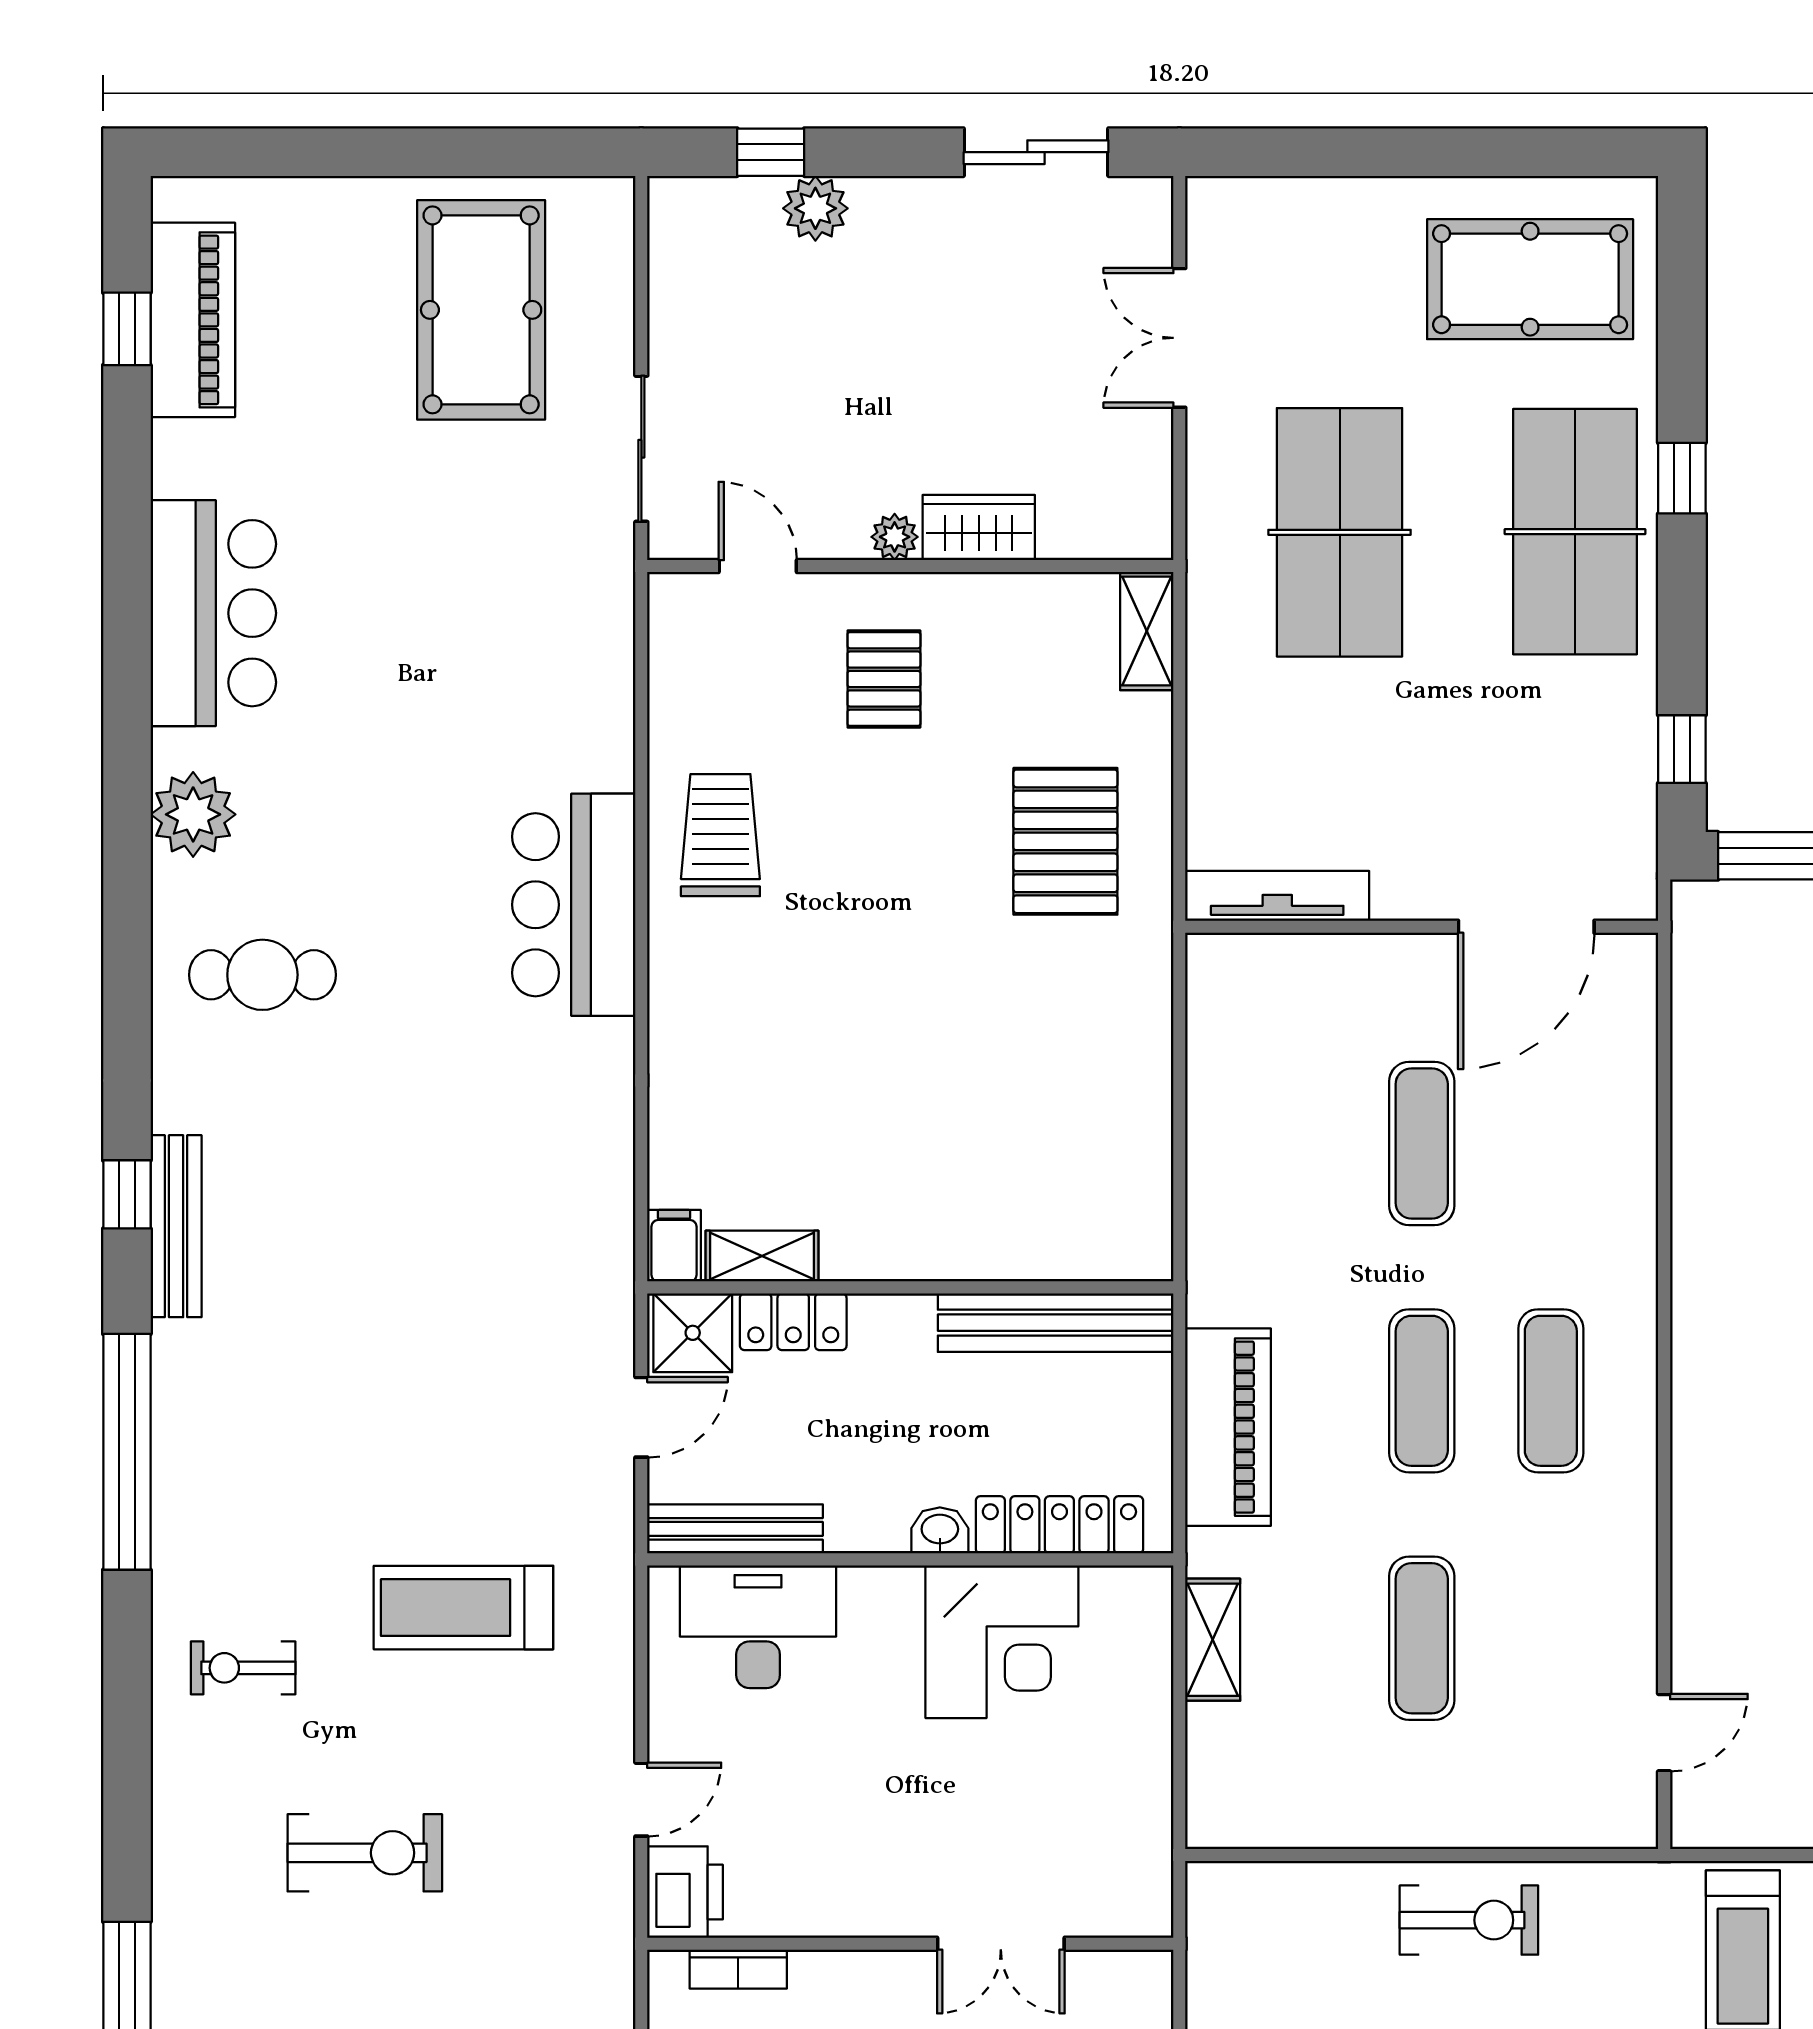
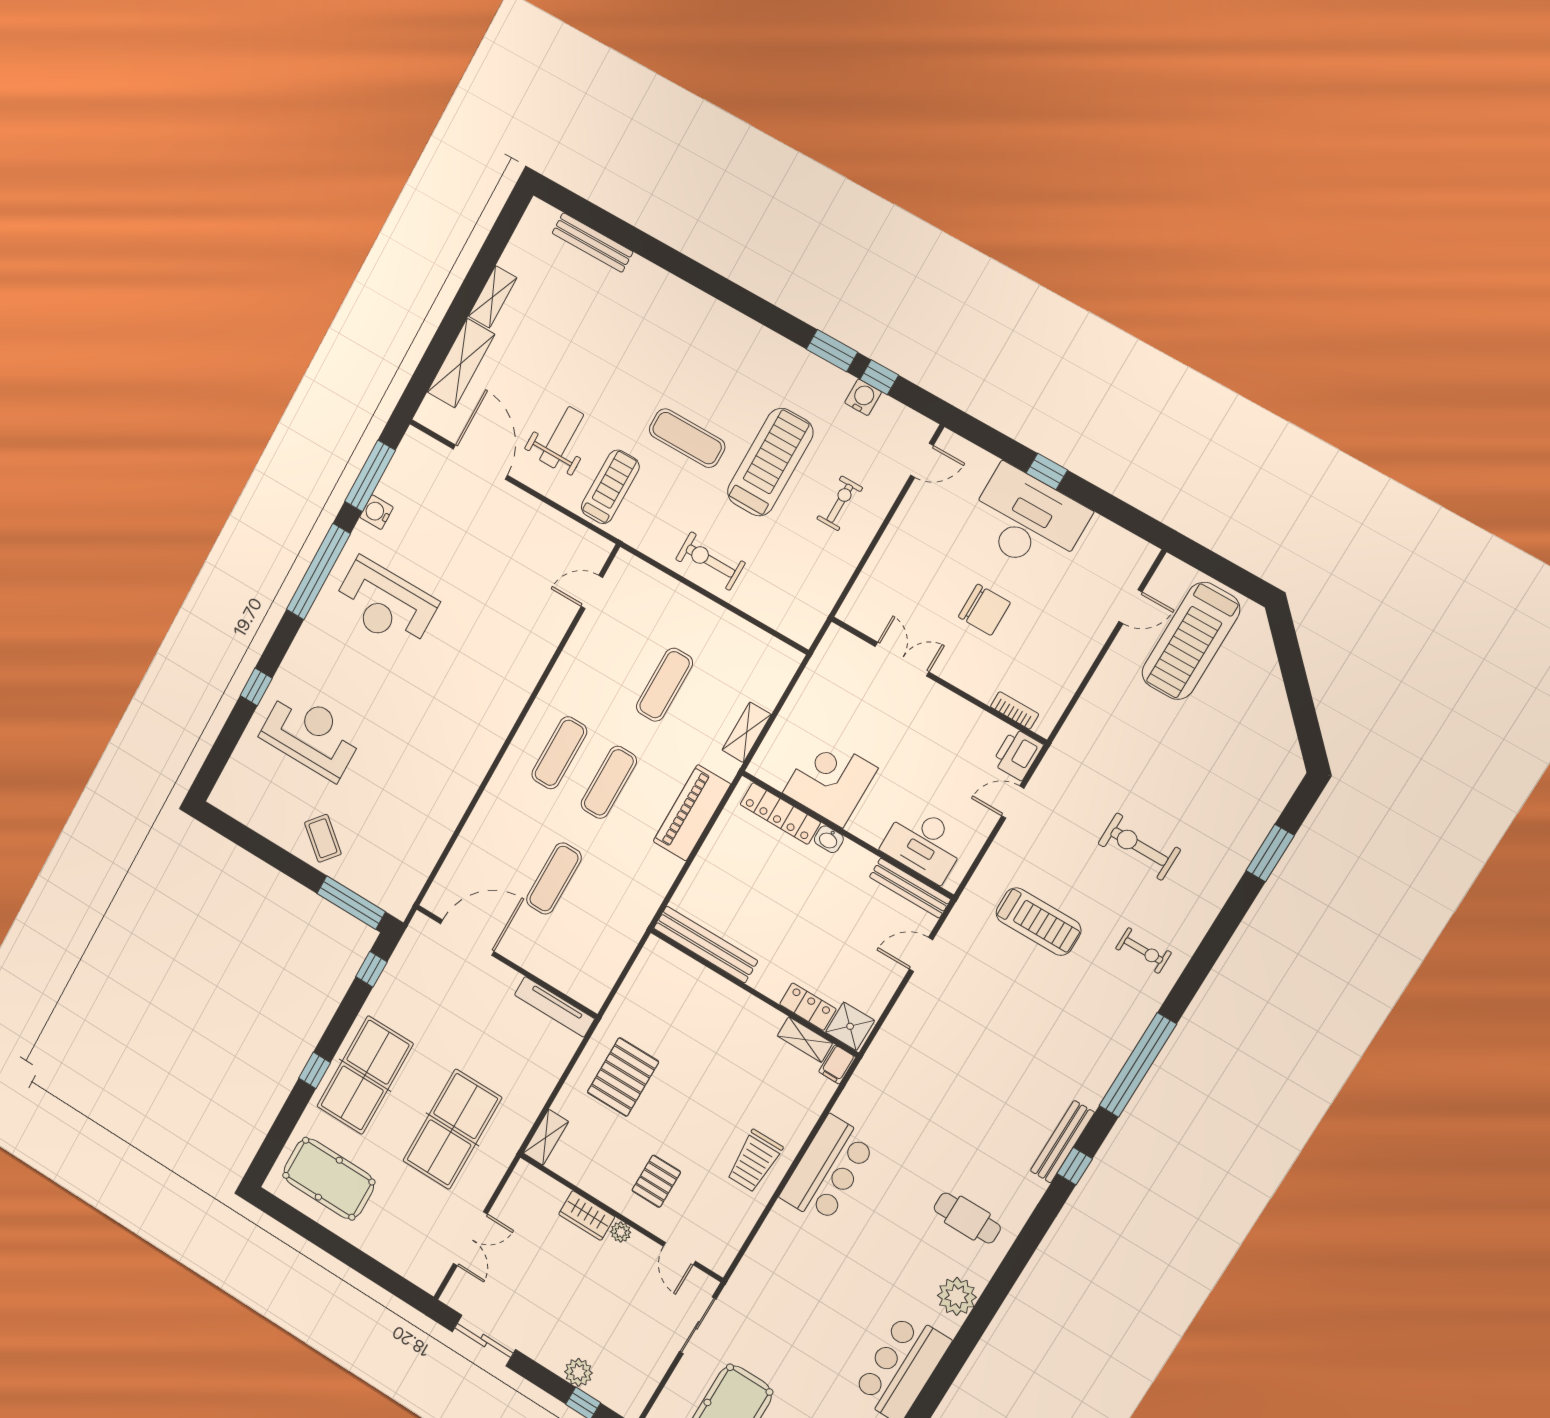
filing cabinet: (674, 1246) -> (837, 1064), moved
shelving: (762, 1256) -> (805, 1040), moved
wall: (910, 1287) -> (754, 992), moved
locker: (793, 1322) -> (808, 1007), moved
bench: (1056, 1323) -> (706, 945), moved
shower: (693, 1333) -> (850, 1026), moved

